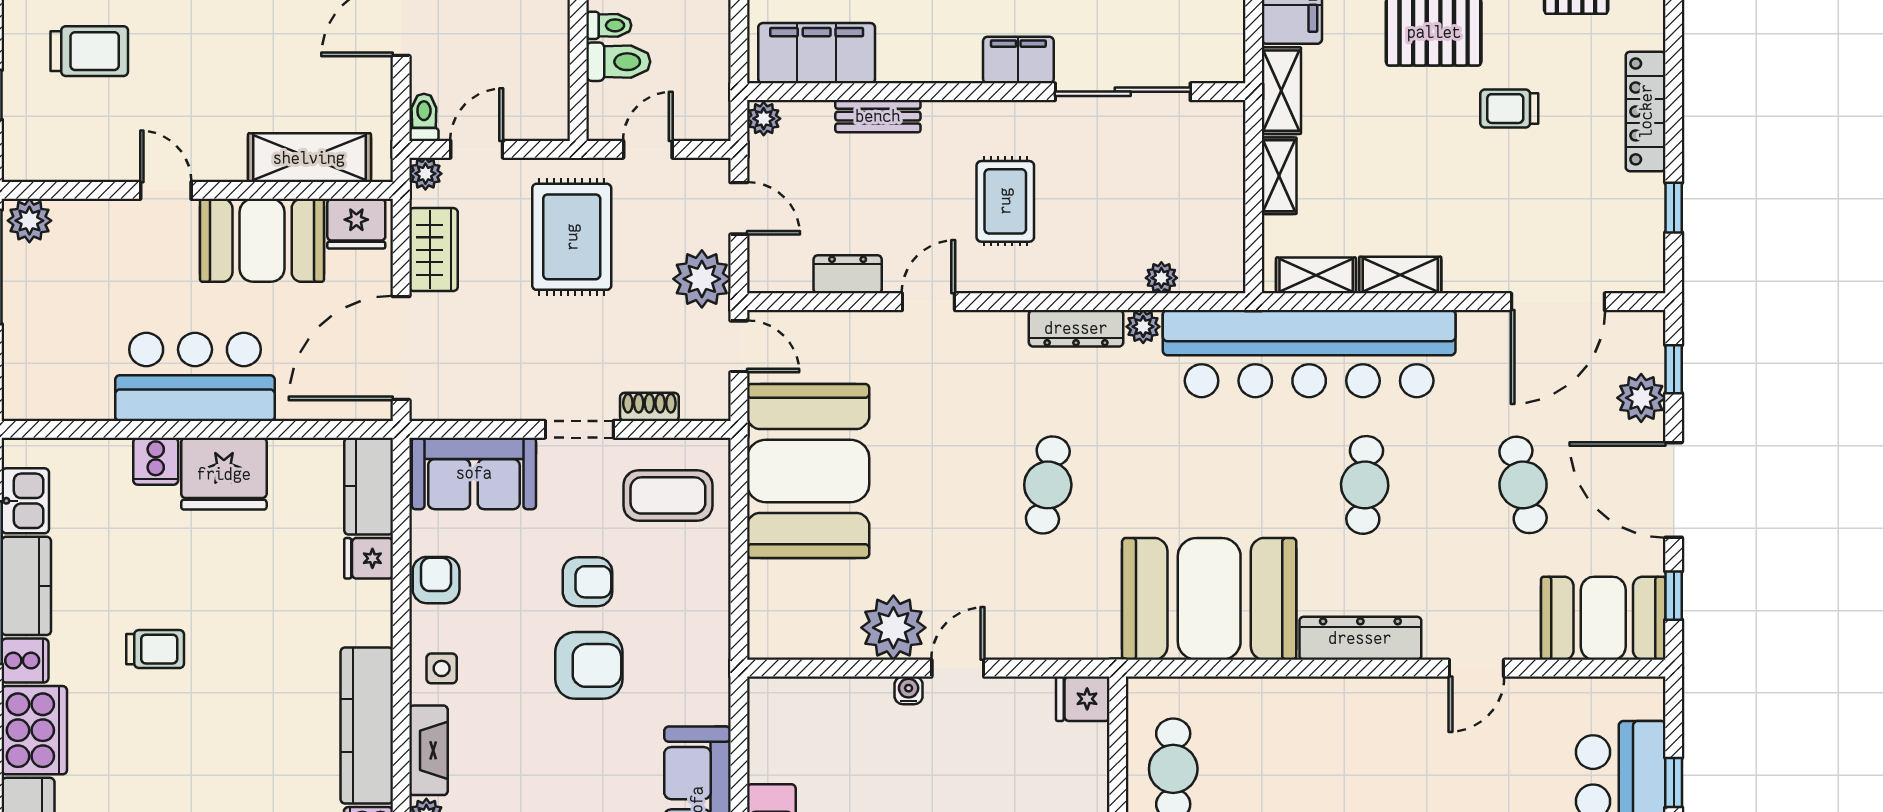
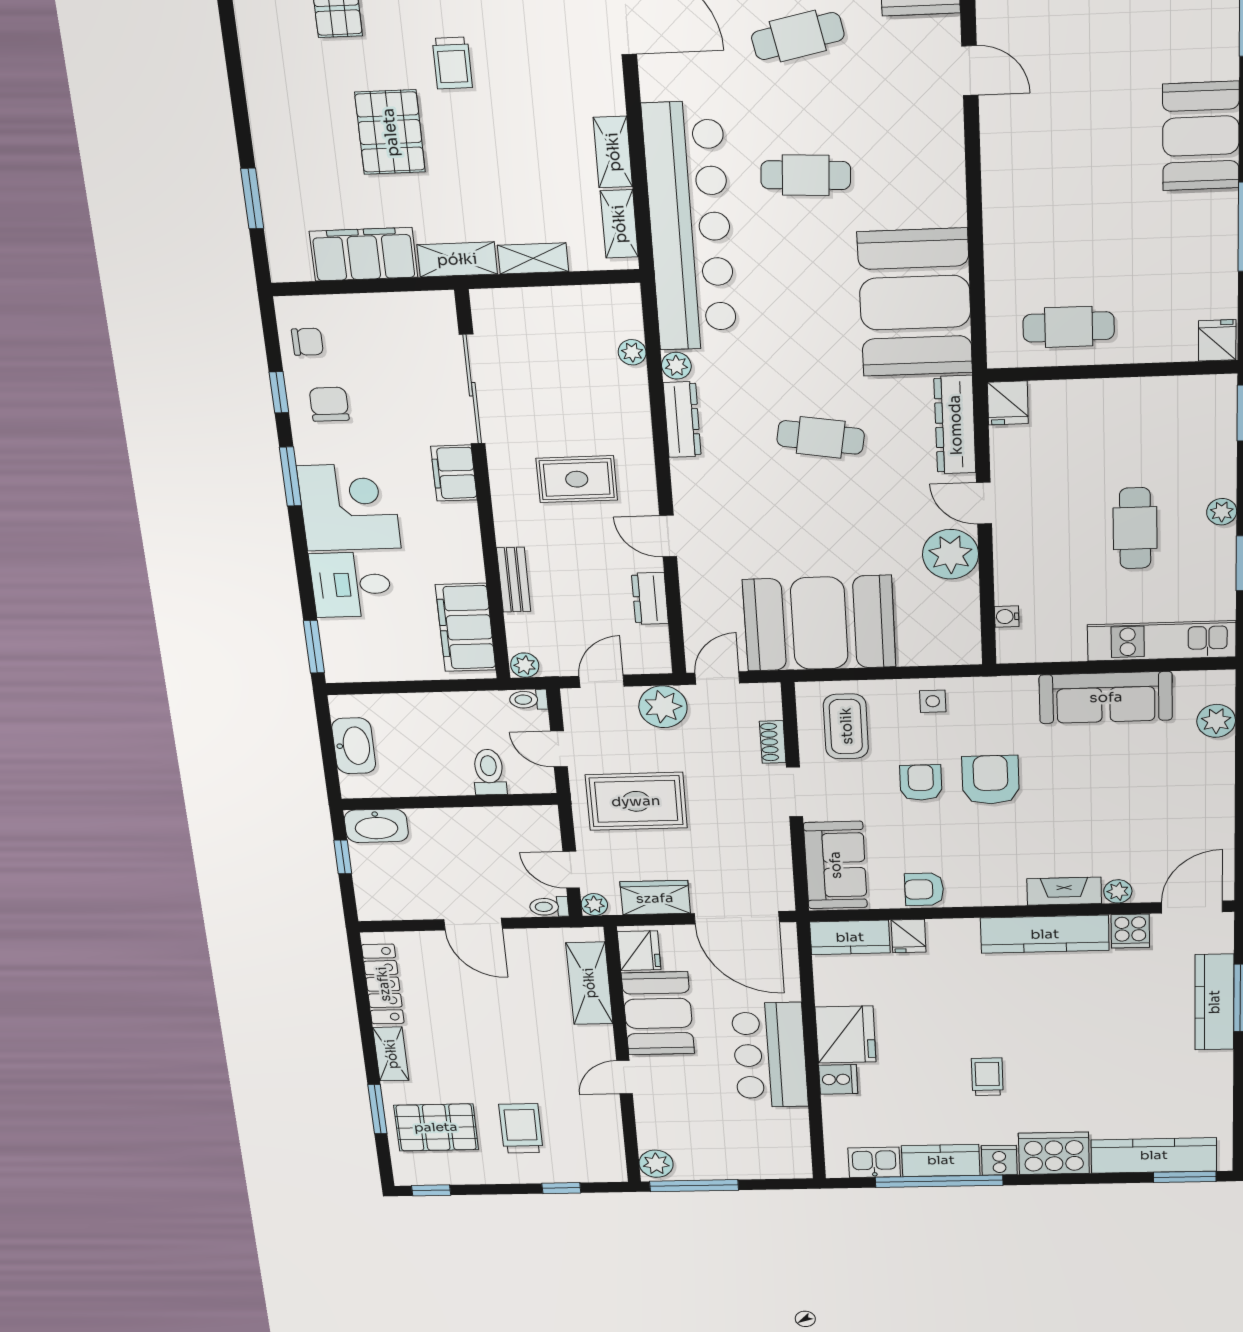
toilet: (609, 25) -> (528, 700), moved, turned -90
dresser: (1360, 638) -> (955, 425), moved
side table: (442, 668) -> (933, 701), moved
water cooler: (909, 690) -> (1007, 617), moved

